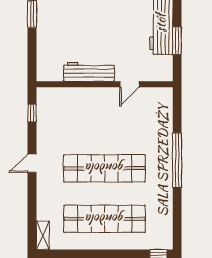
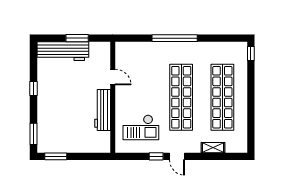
window: (32, 113) -> (156, 156), moved
checkout: (68, 119) -> (141, 127), added
shelving: (43, 235) -> (213, 148), moved

